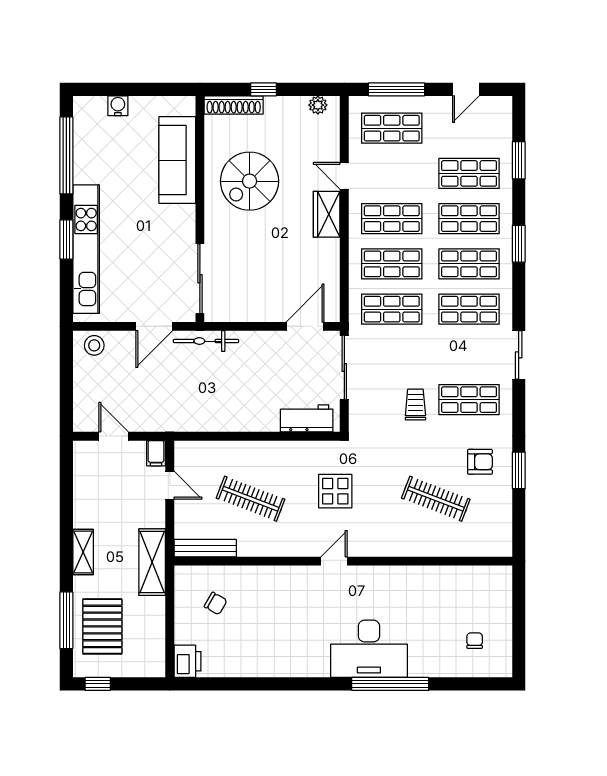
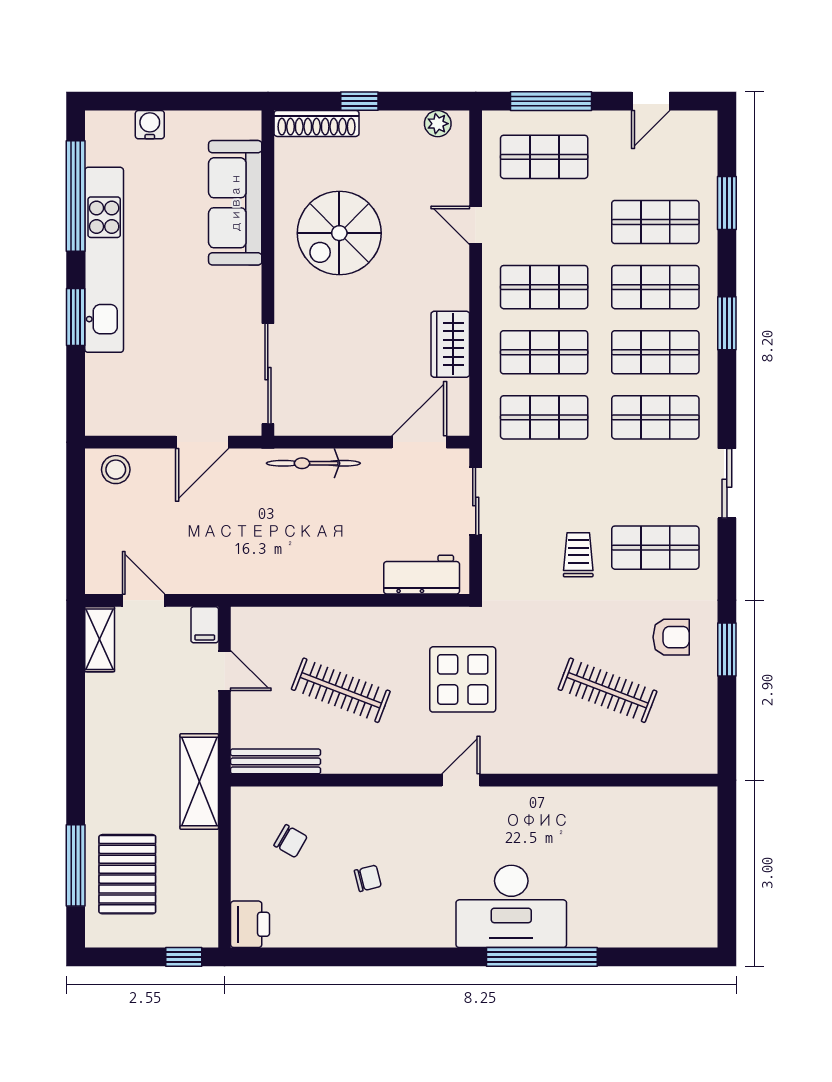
wardrobe: (327, 214) -> (450, 344), moved
kitchen unit: (86, 249) -> (104, 260), moved
bicycle: (206, 341) -> (313, 463), moved
sliding door: (344, 368) -> (476, 501), width x0.73
display table: (335, 491) -> (463, 679), width x1.36, depth x1.36
shelving: (83, 552) -> (100, 639), moved
chair: (475, 641) -> (368, 878), moved, turned 76
window: (98, 684) -> (184, 957), moved

